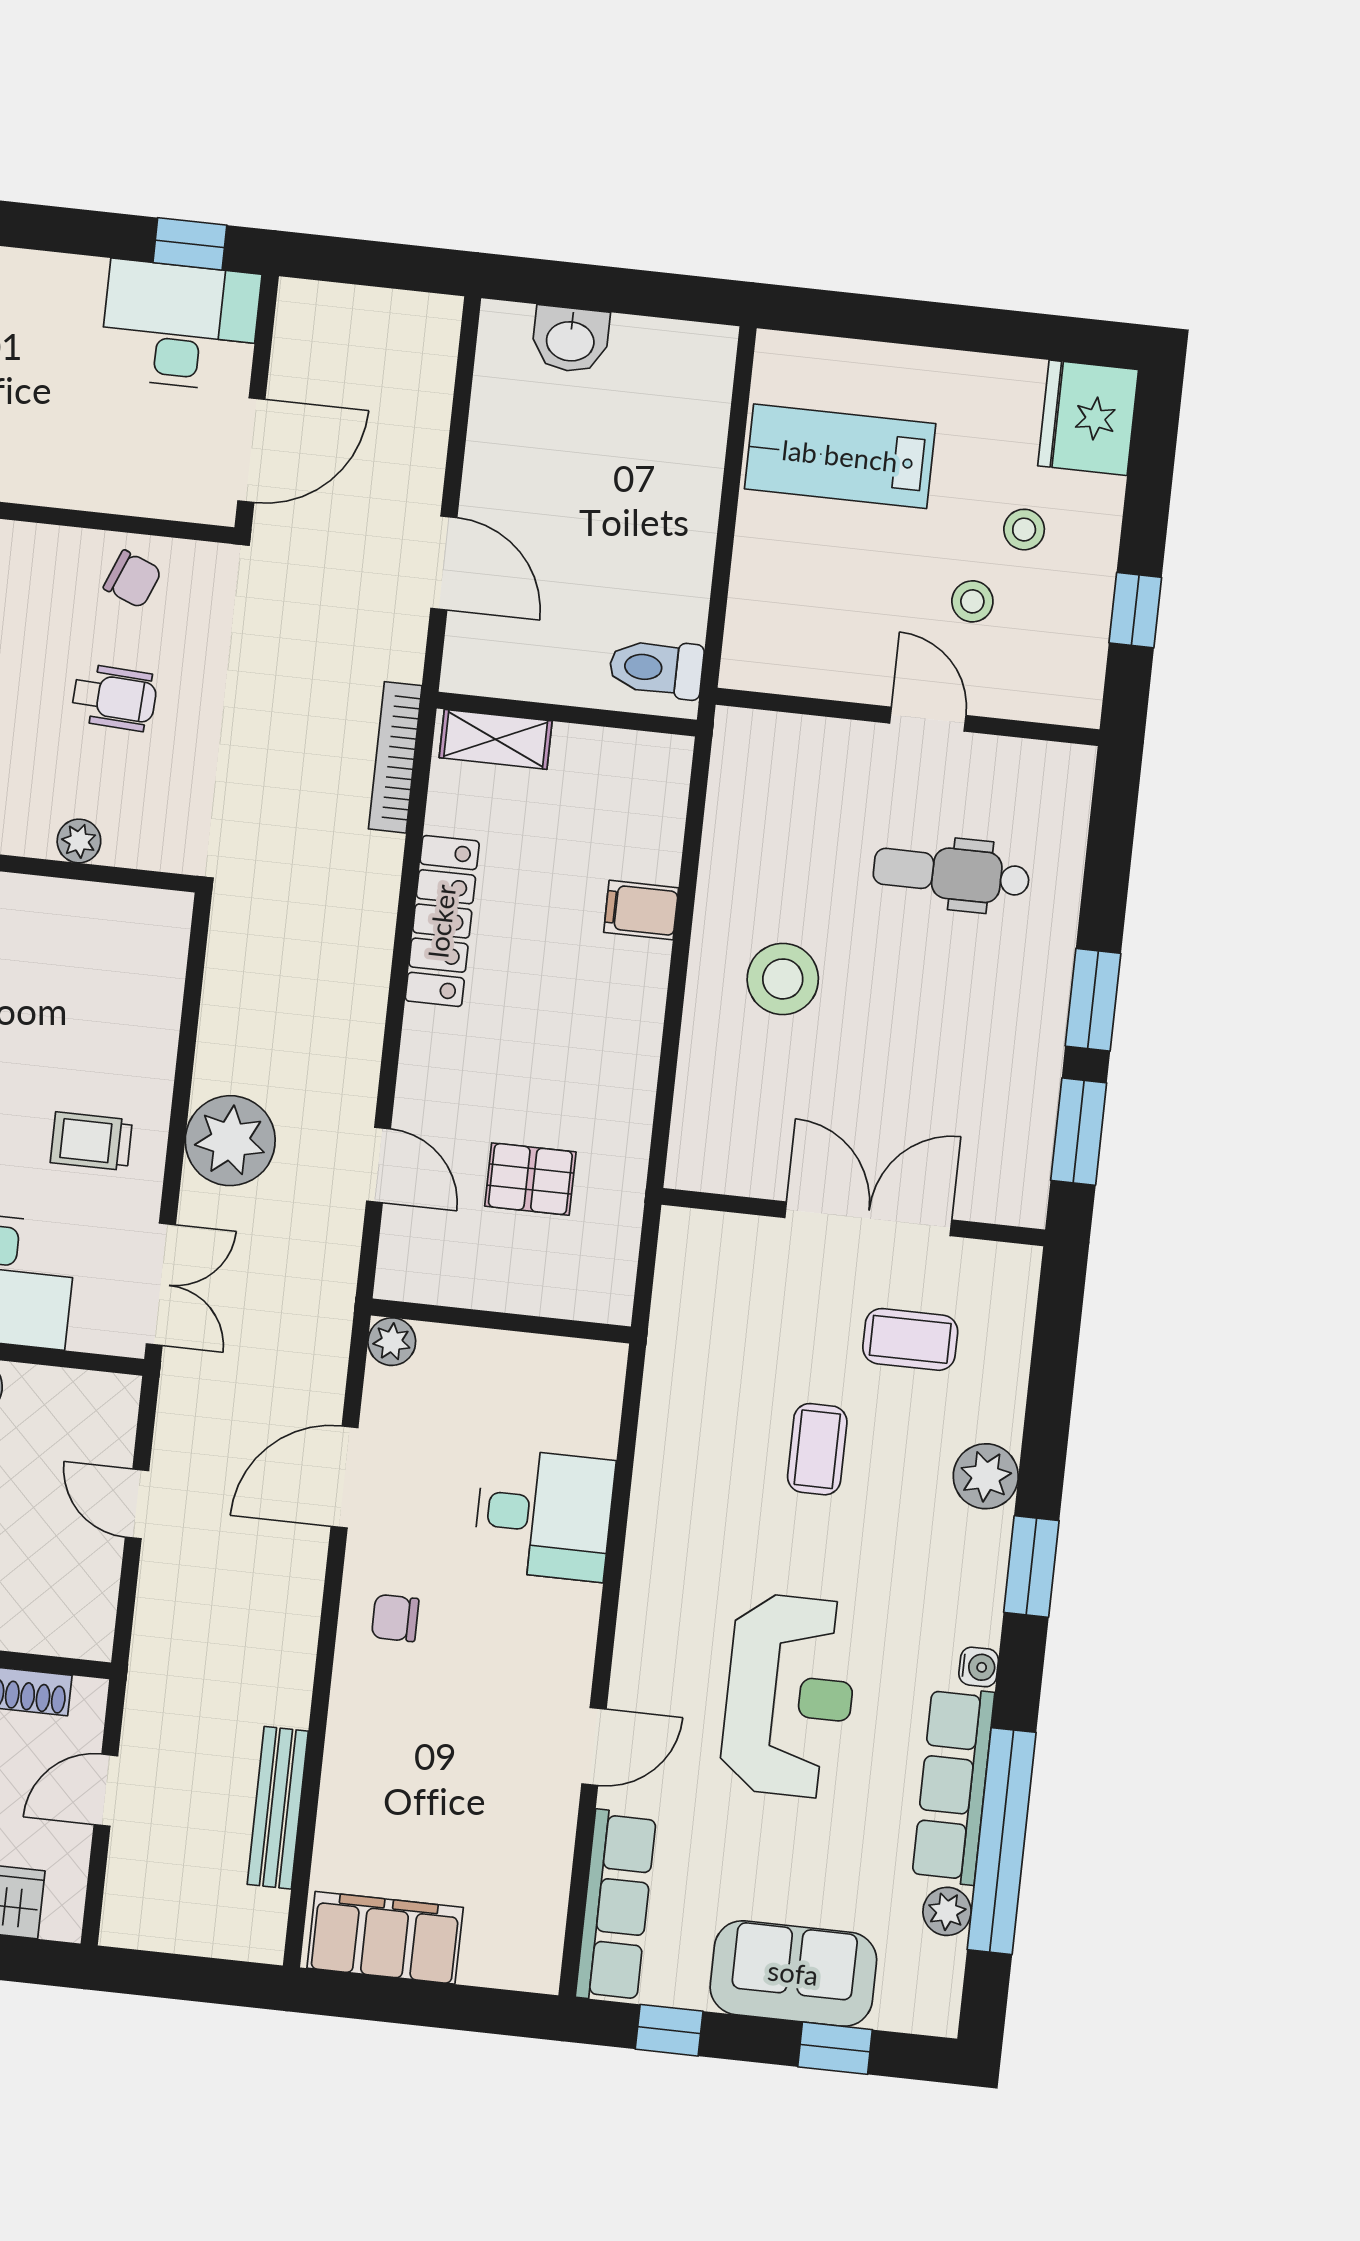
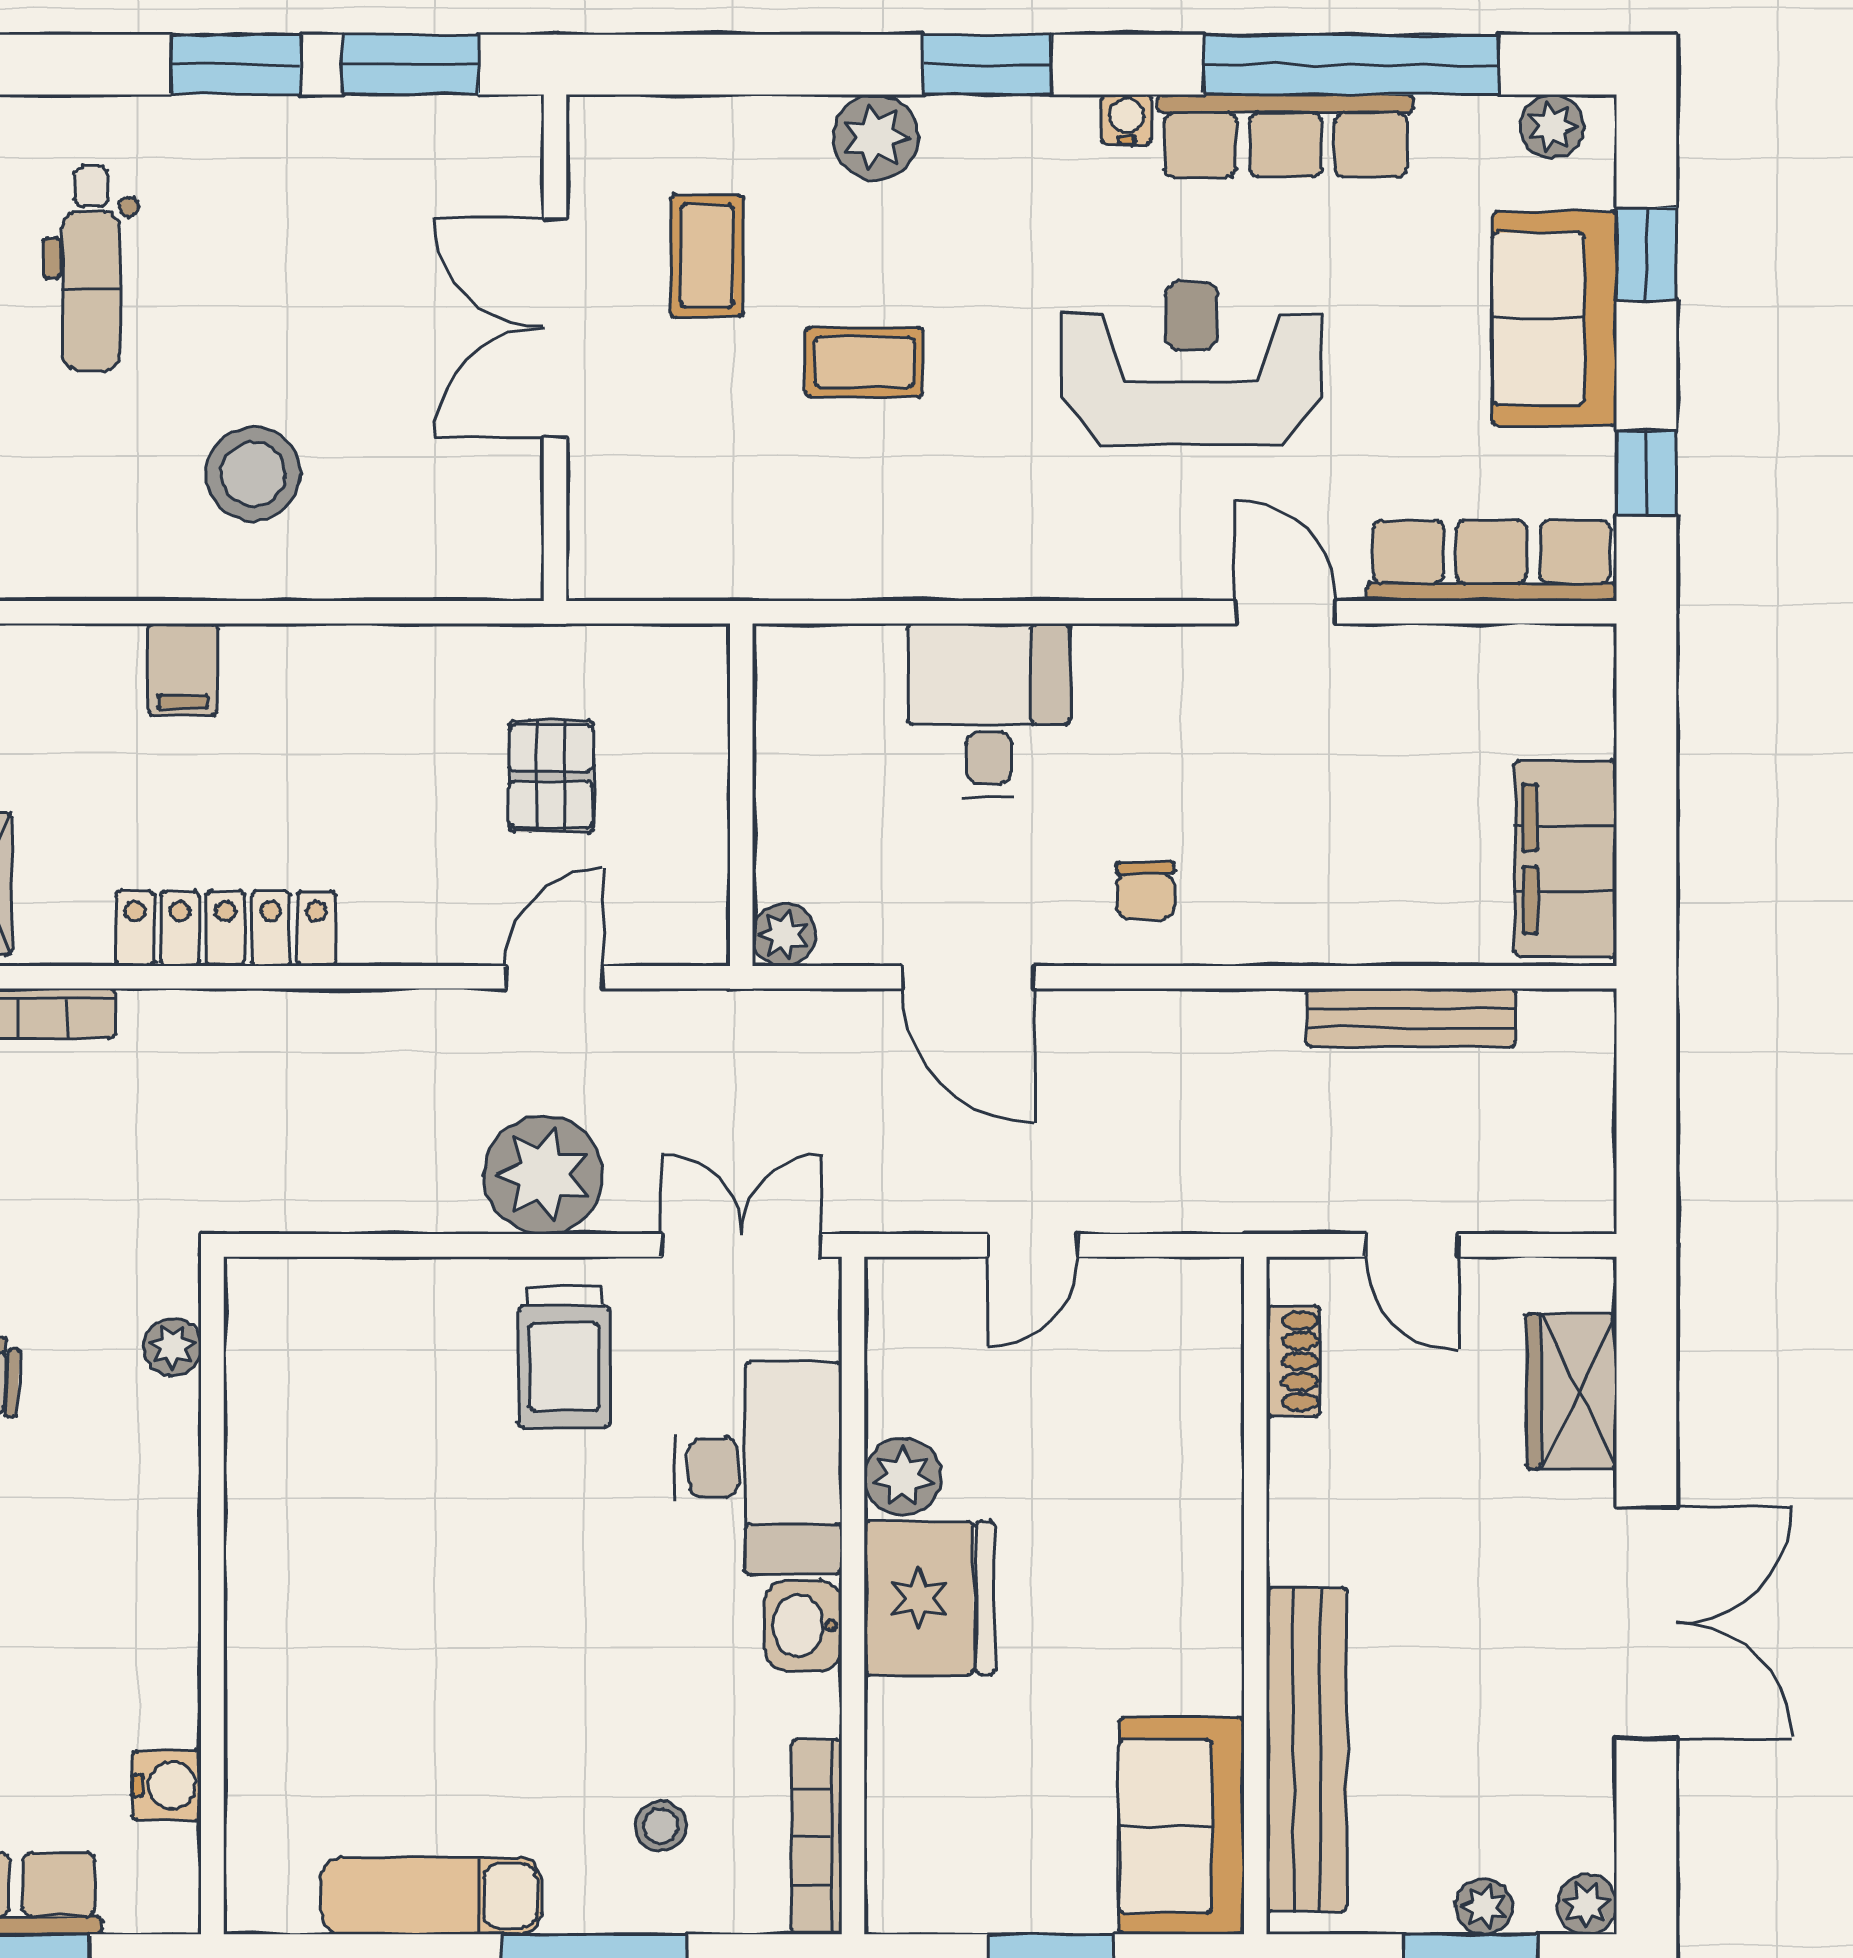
plant: (79, 841) -> (172, 1347), moved
trolley: (91, 1141) -> (564, 1357), width x1.36, depth x1.39
plant: (947, 1911) -> (1552, 126), moved

